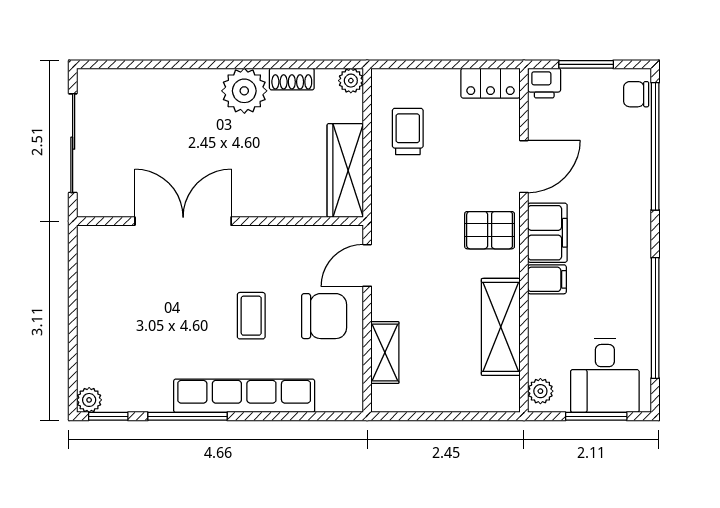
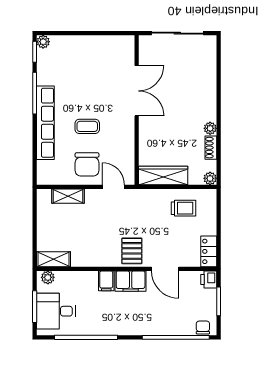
plant: (244, 91) -> (210, 128), width x0.53, depth x0.53
shelving: (501, 327) -> (54, 259), moved, width x0.67, depth x0.75

